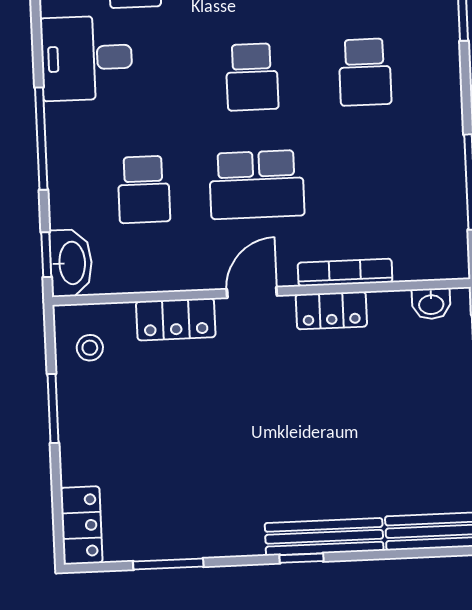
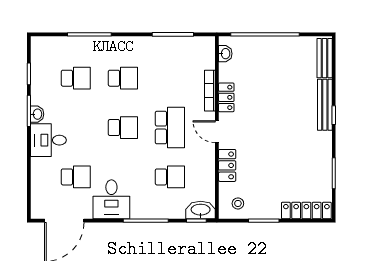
locker: (81, 525) -> (306, 211), width x1.53

